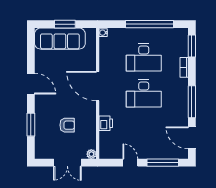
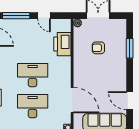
door: (31, 84) -> (130, 101), moved
door: (98, 86) -> (72, 100), moved
printer: (106, 123) -> (62, 44), width x1.87, depth x1.48

